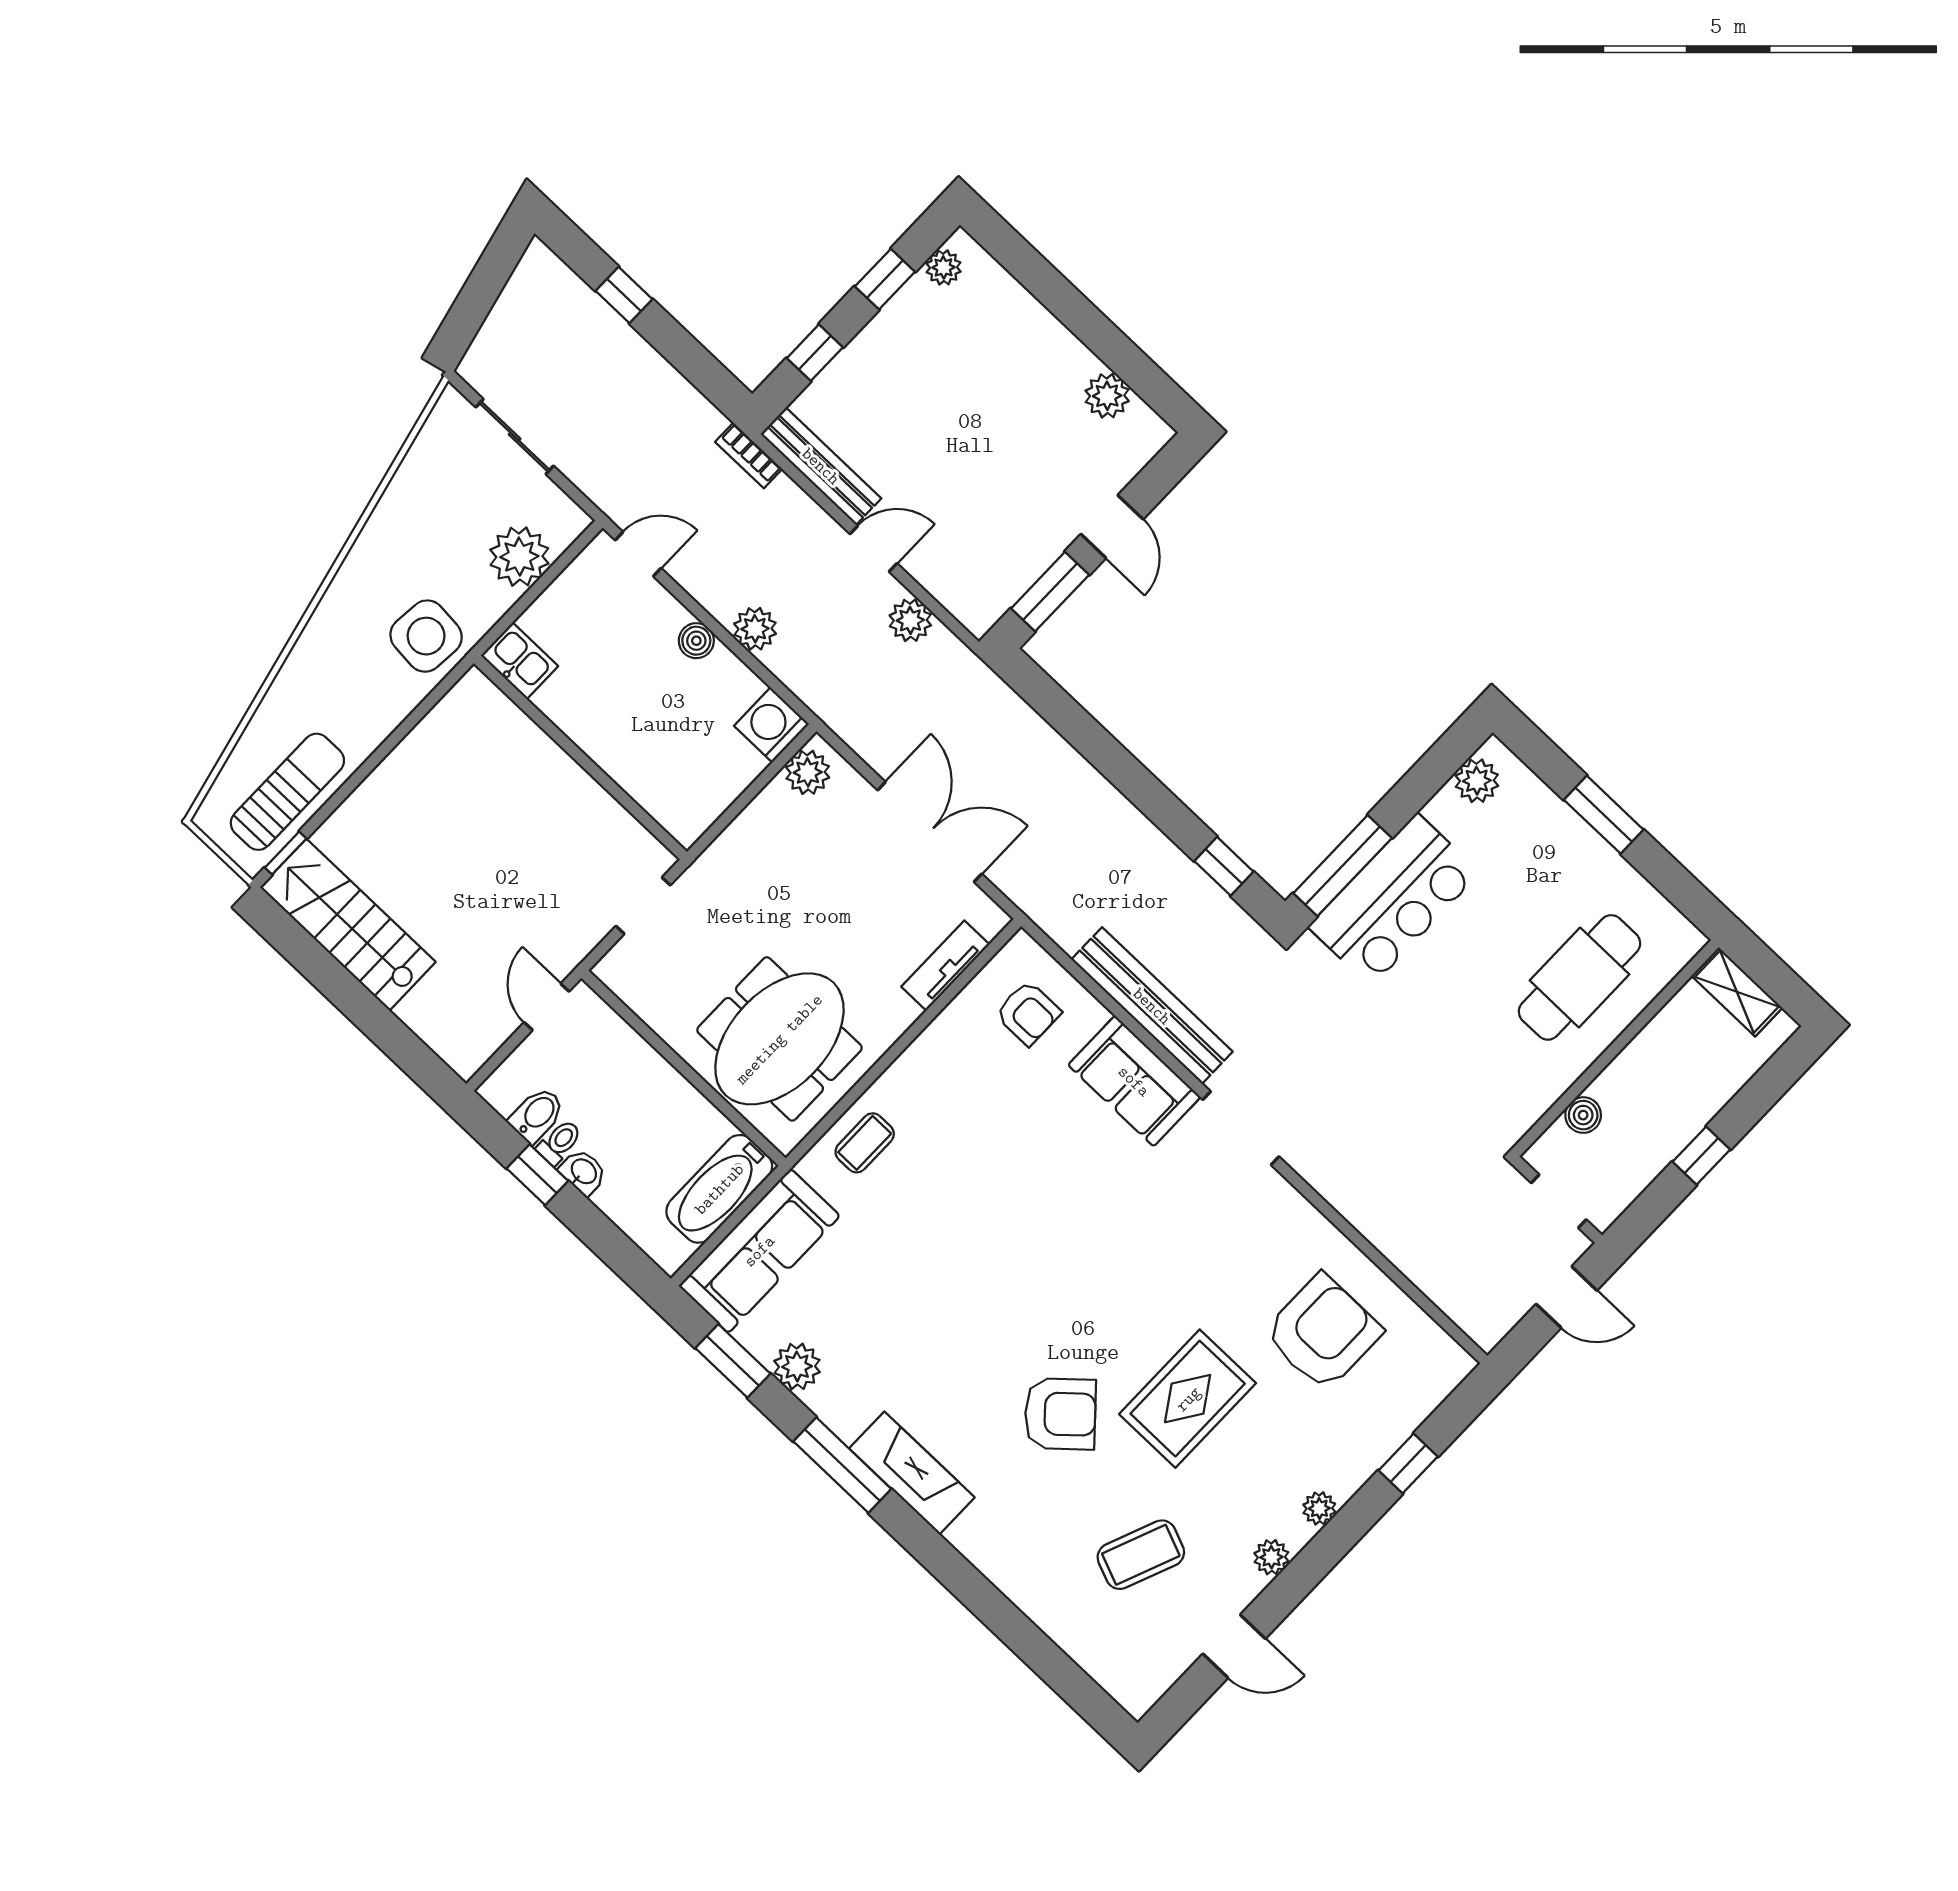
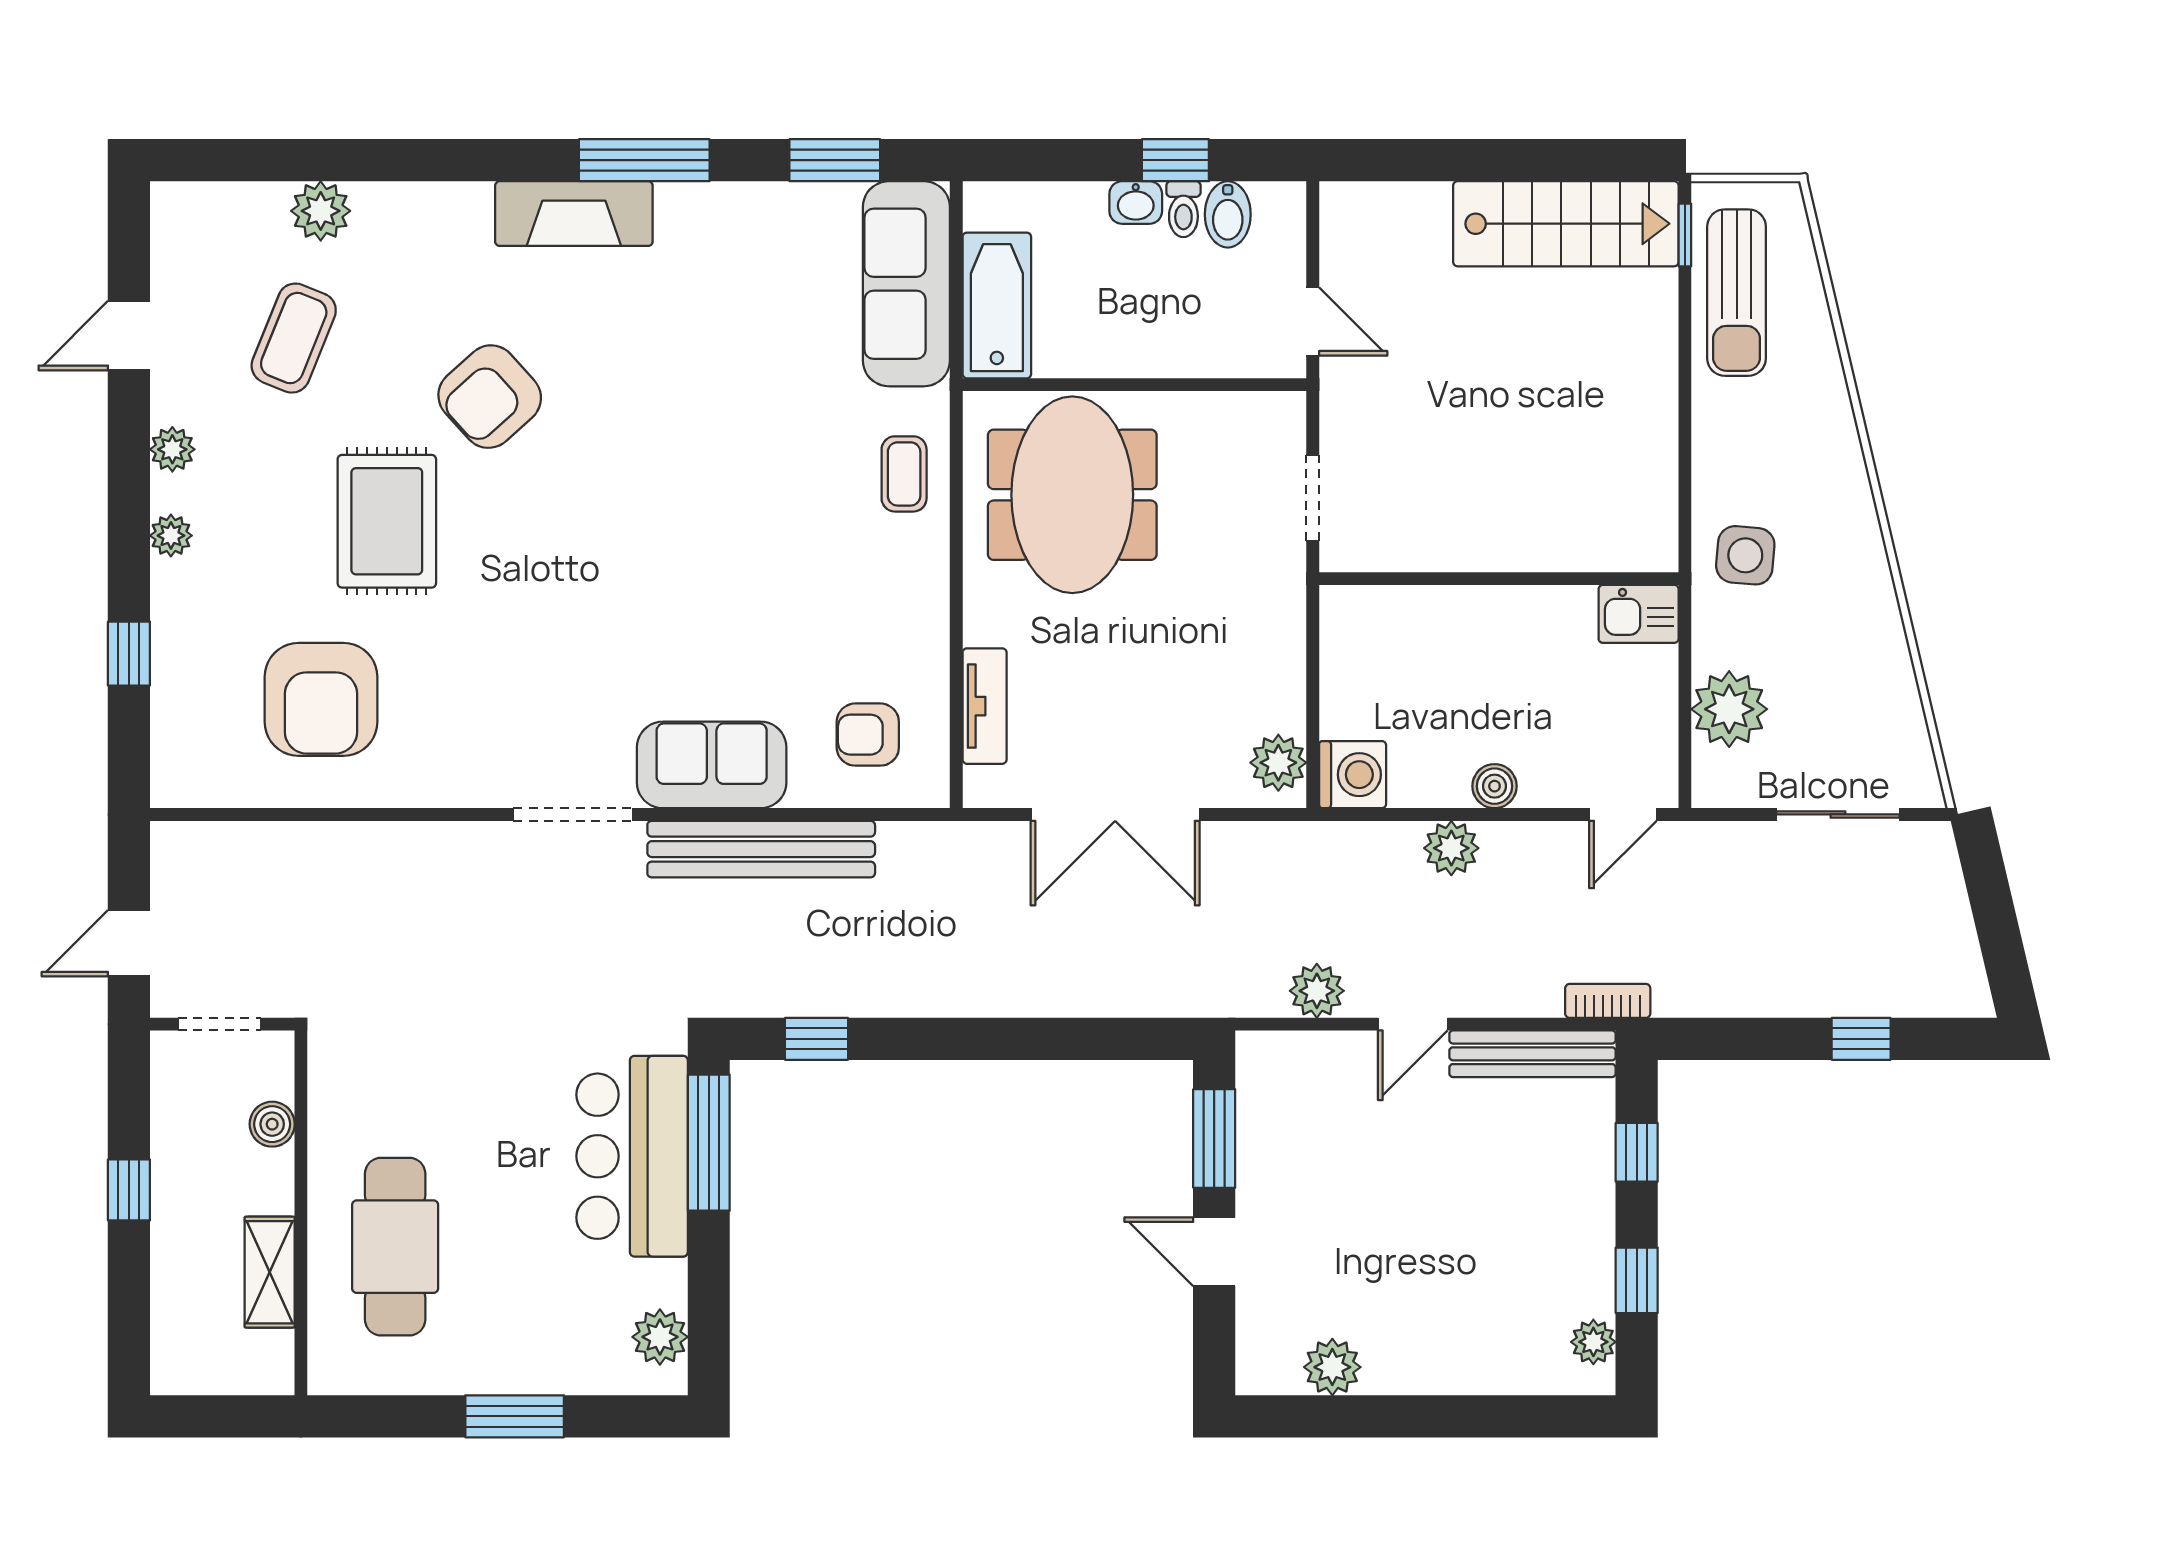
side table: (426, 636) -> (1745, 555), width x0.73, depth x0.73
shelving: (1737, 992) -> (270, 1272), moved, turned 90
plant: (797, 1366) -> (321, 211), moved

